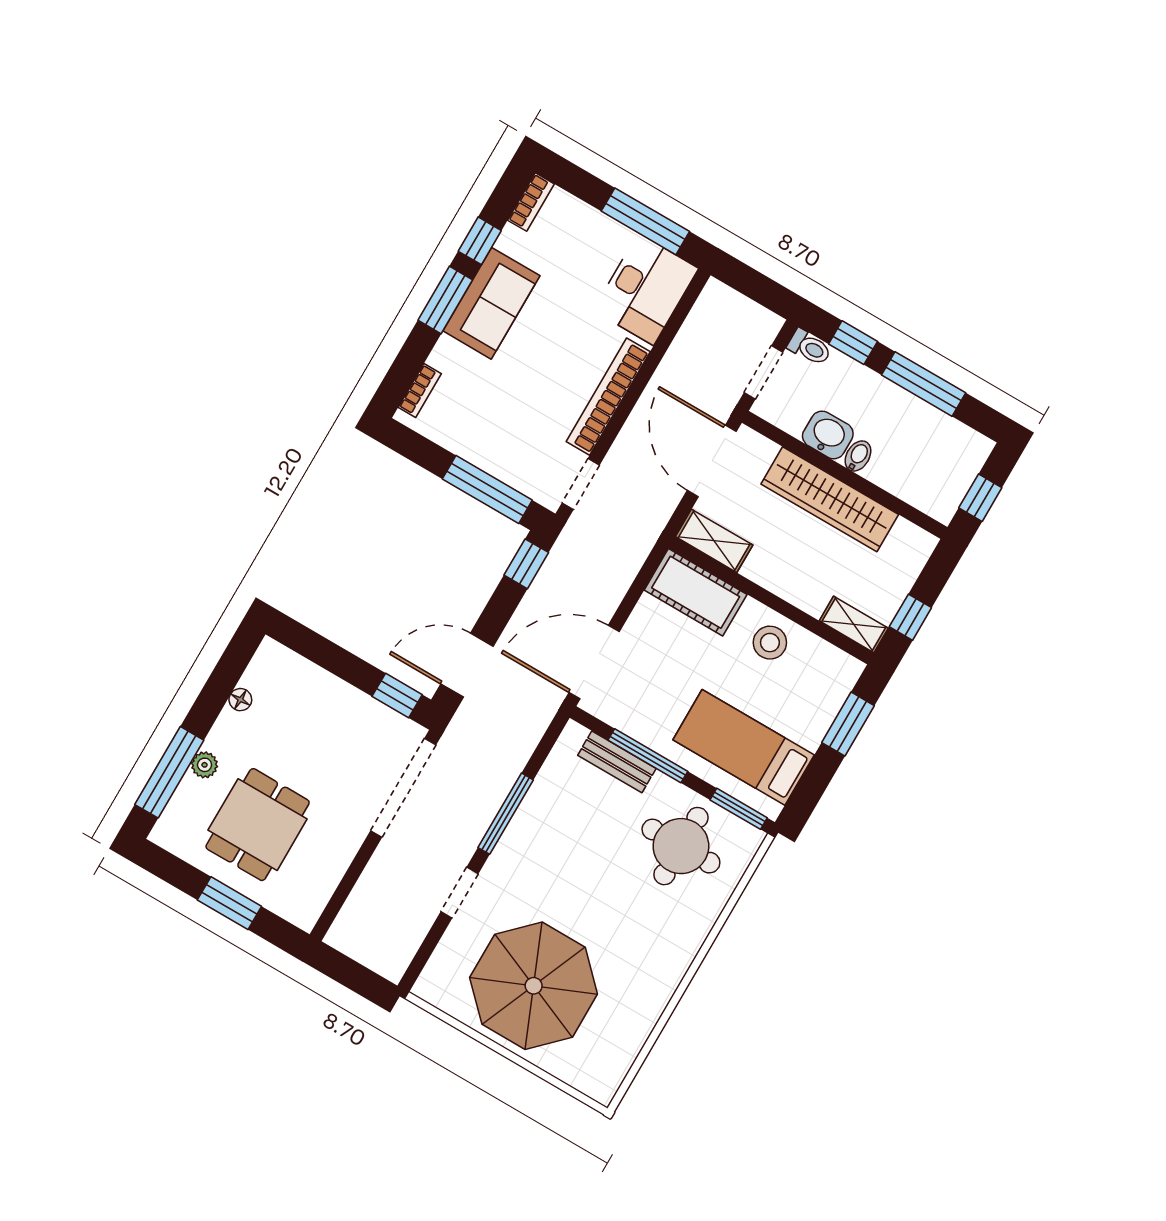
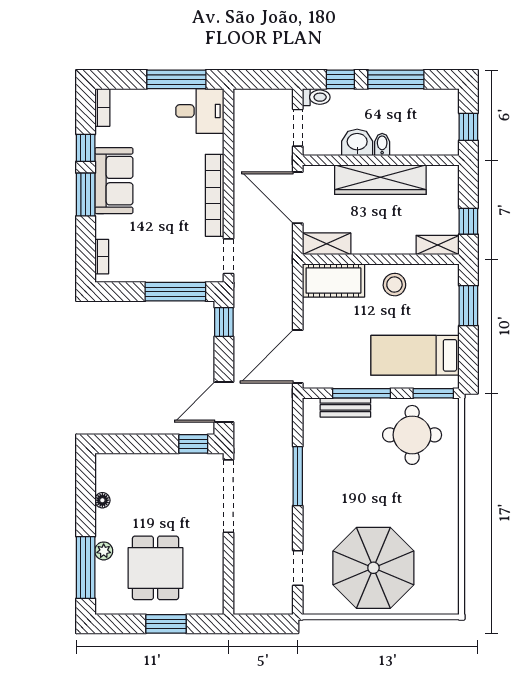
desk: (646, 289) -> (200, 111), width x0.73
doorway: (459, 893) -> (298, 568), moved

